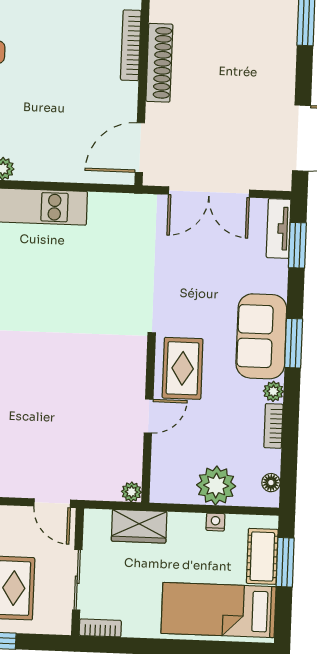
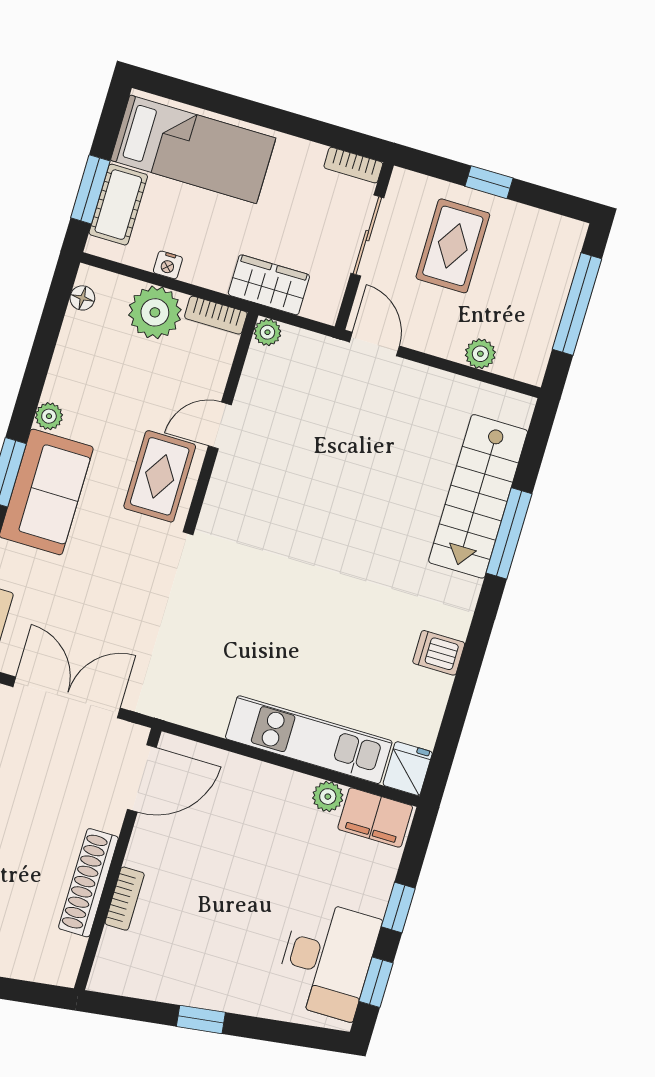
bookcase: (131, 45) -> (125, 899), width x0.64
bookcase: (273, 426) -> (216, 315), moved, turned 90

